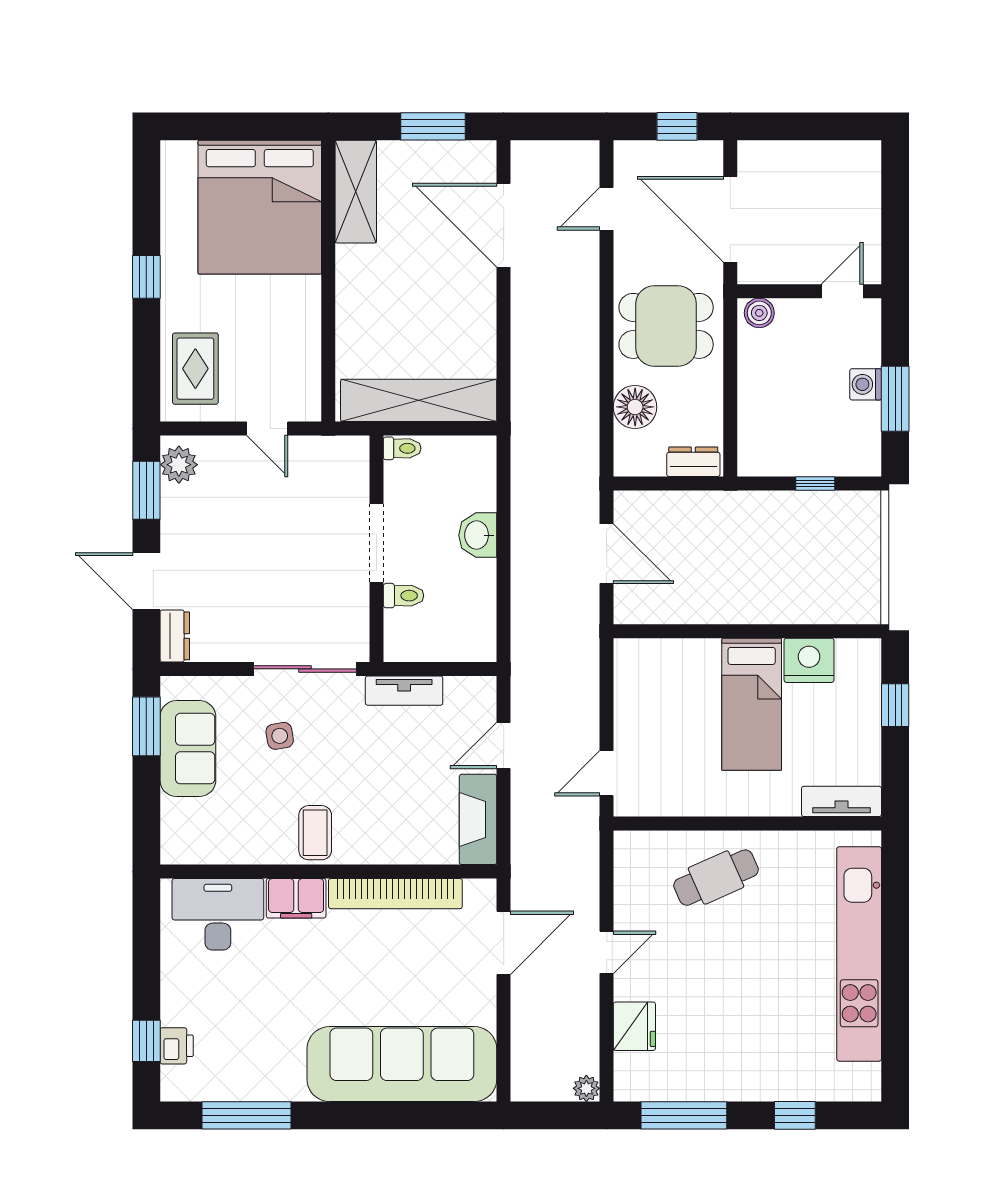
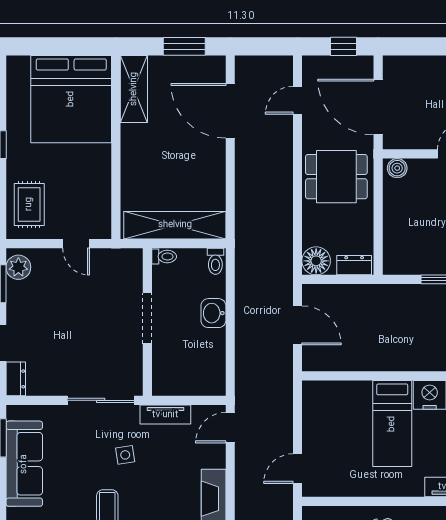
floor lamp: (635, 407) -> (316, 261), moved
toilet: (403, 596) -> (215, 261), moved, turned 90
side table: (280, 736) -> (125, 455), moved
door: (504, 745) -> (230, 428), moved
sofa: (188, 749) -> (24, 464), width x1.36

